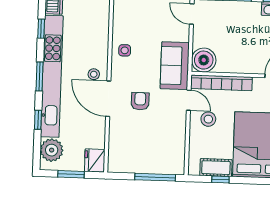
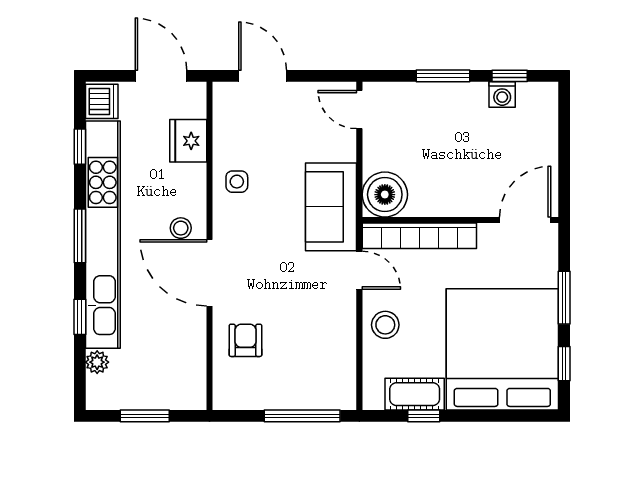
armchair: (140, 101) -> (245, 340), moved
stool: (208, 119) -> (385, 325), moved
plant: (52, 150) -> (97, 362), width x0.53, depth x0.53
fridge: (95, 160) -> (188, 141), moved

